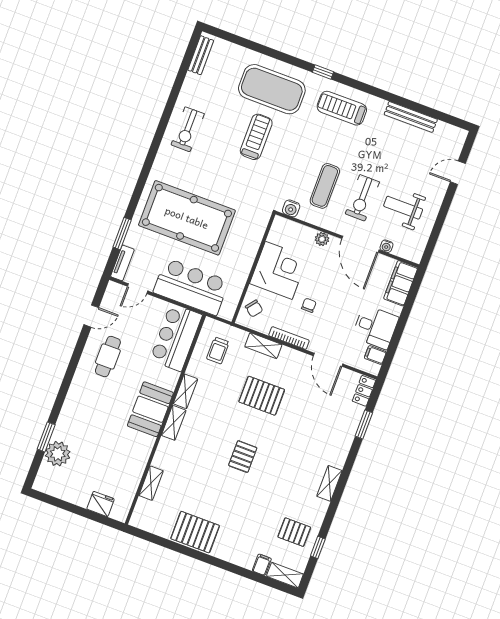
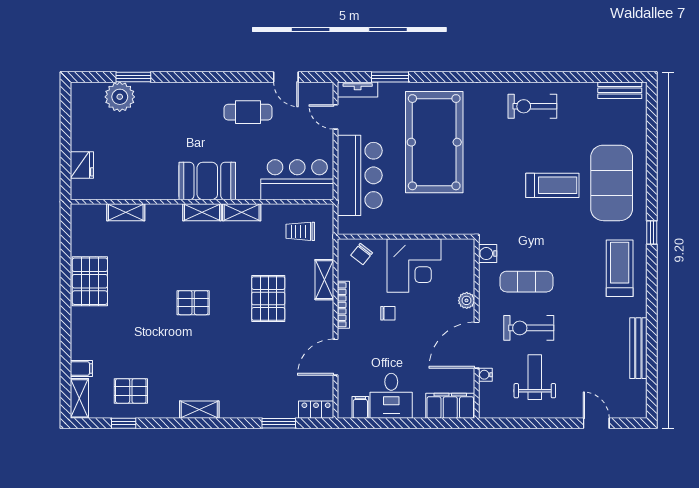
pallet: (294, 532) -> (131, 391), turned 90

